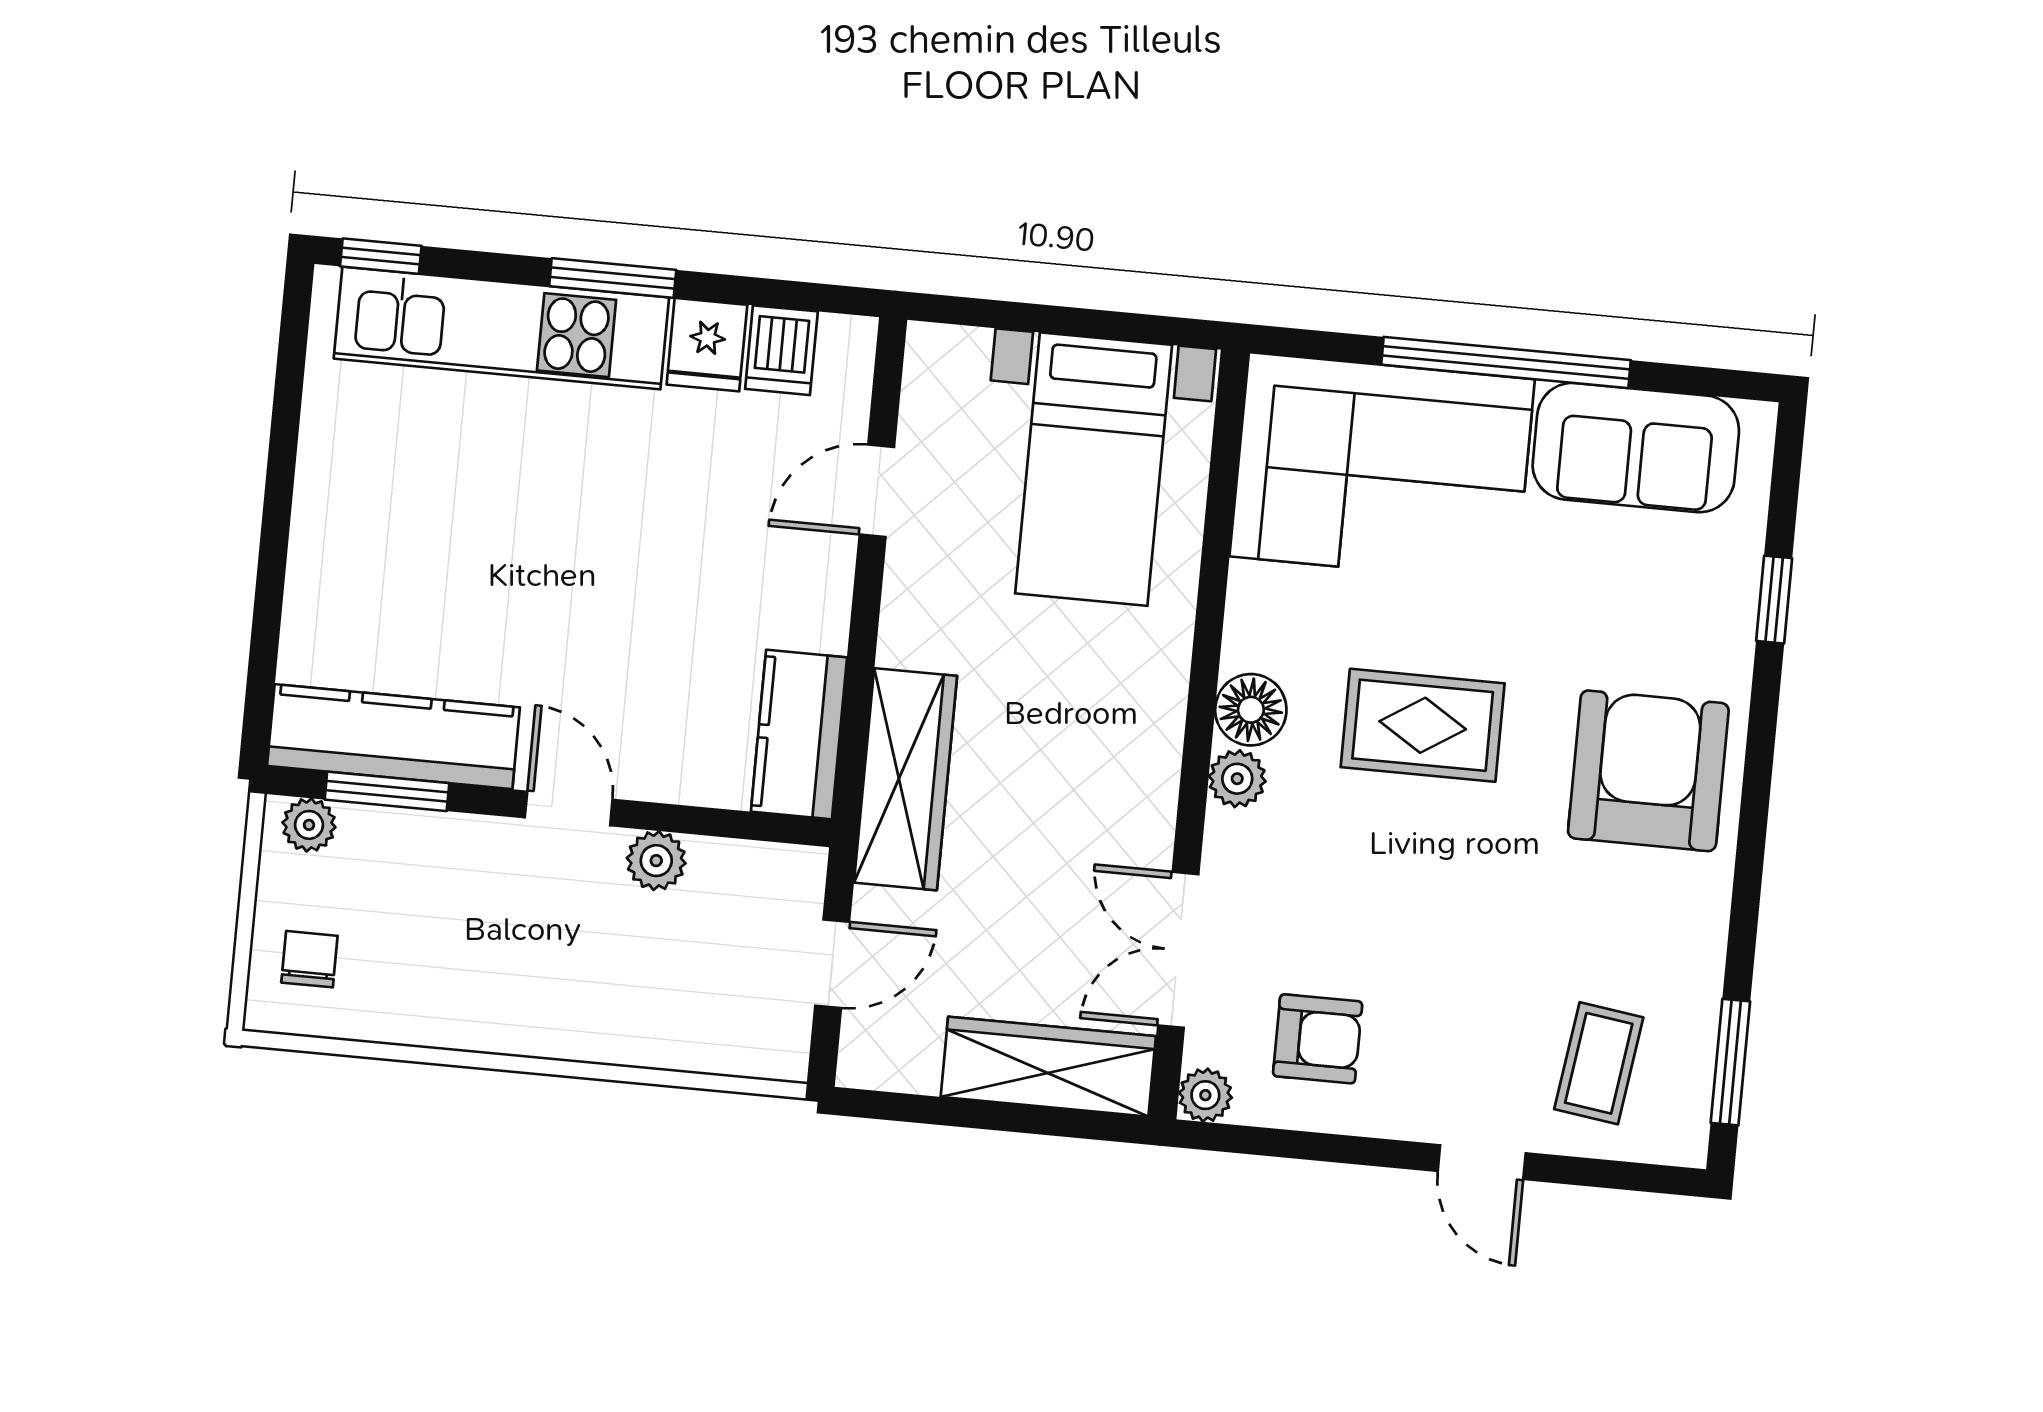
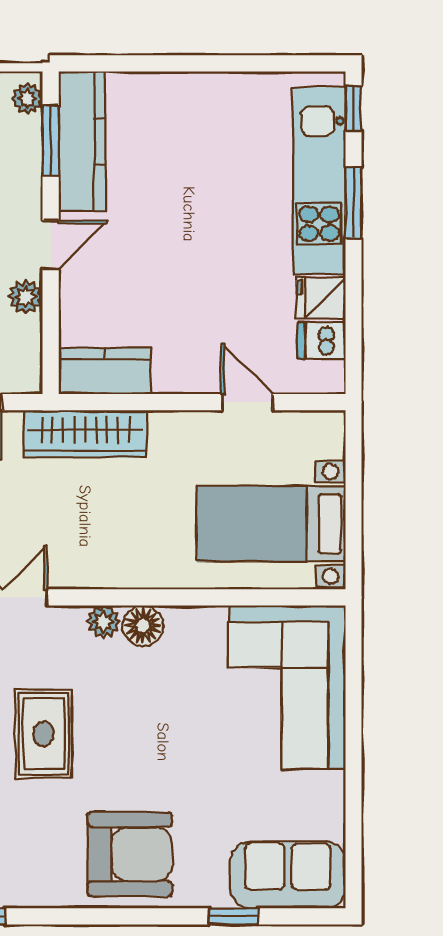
window: (613, 278) -> (353, 203), moved
window: (1506, 362) -> (353, 752), removed
sofa: (1636, 448) -> (288, 875), moved, turned 90
rug: (1423, 725) -> (44, 734), moved

